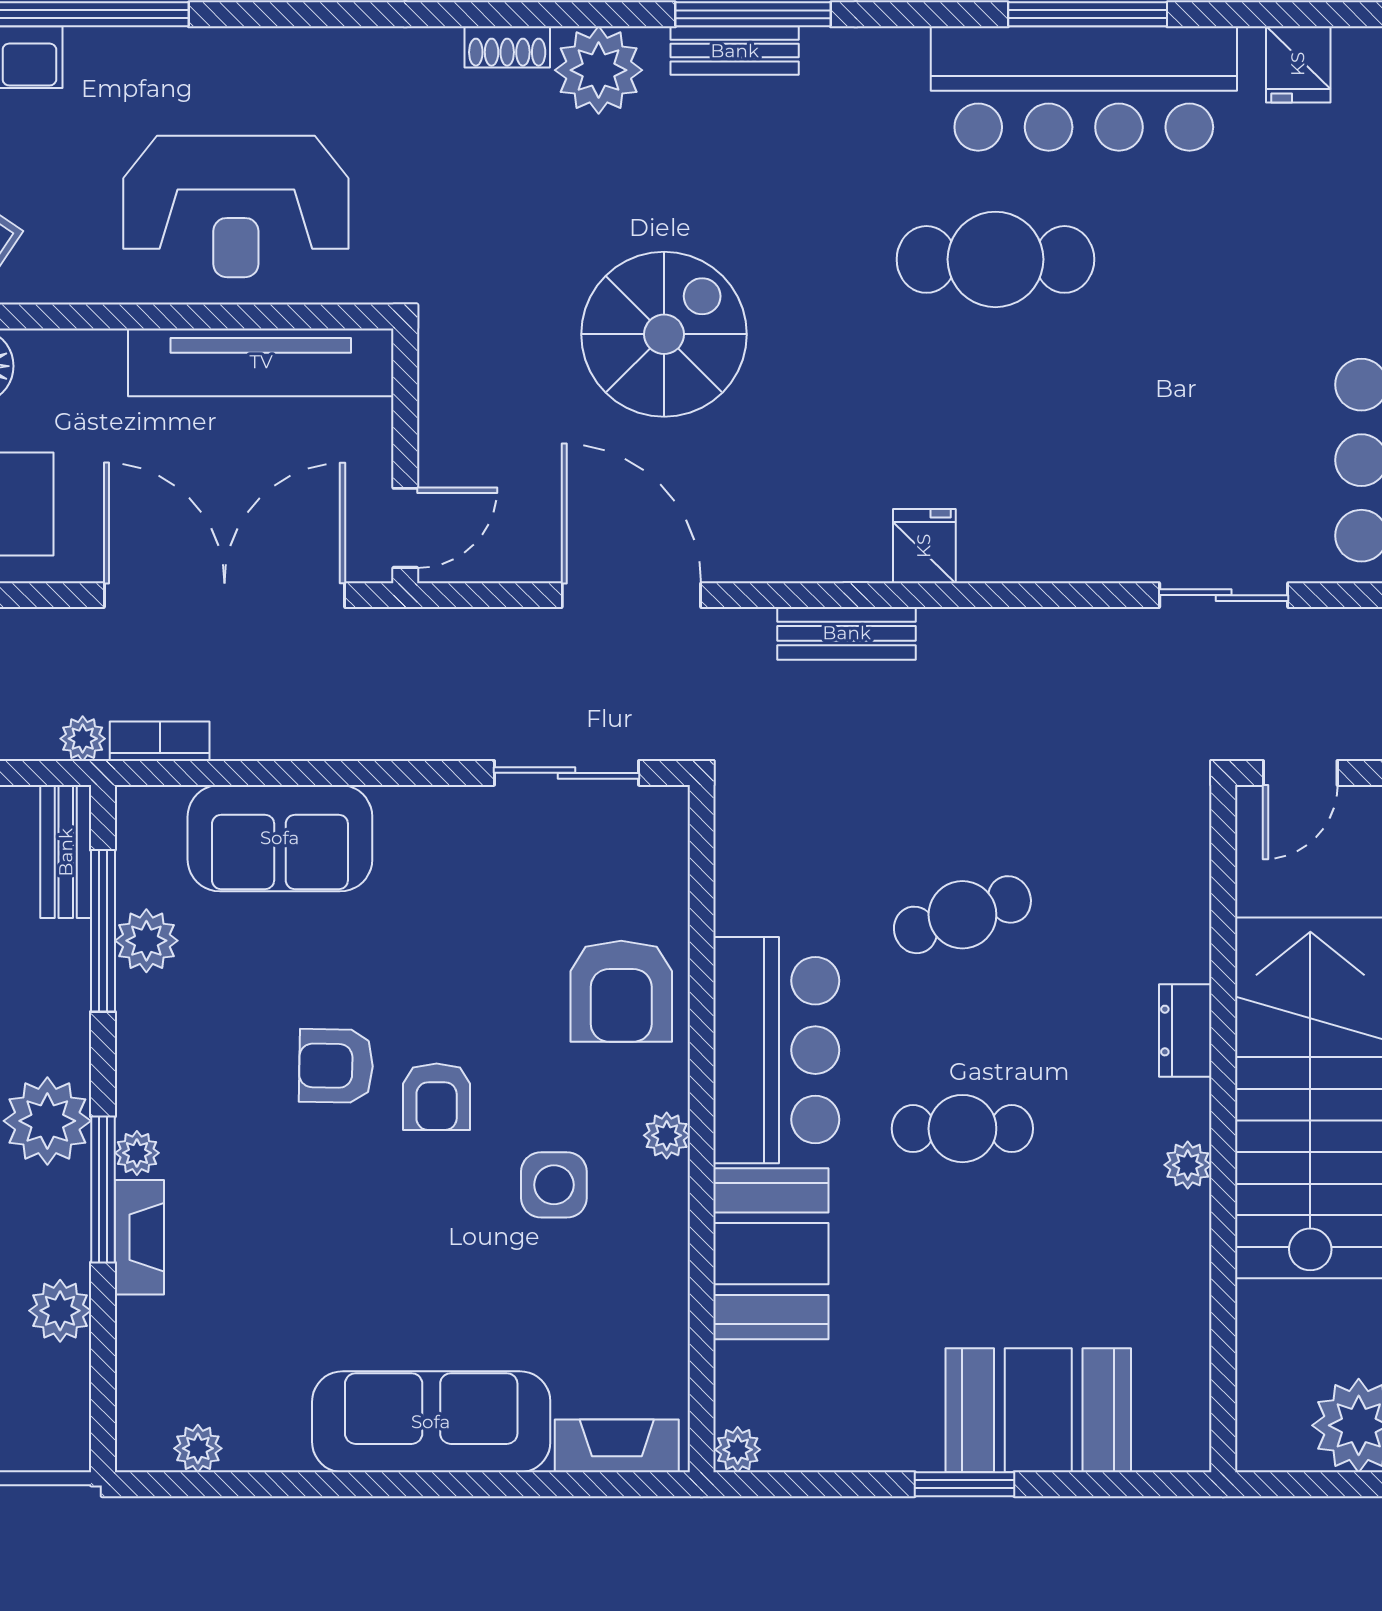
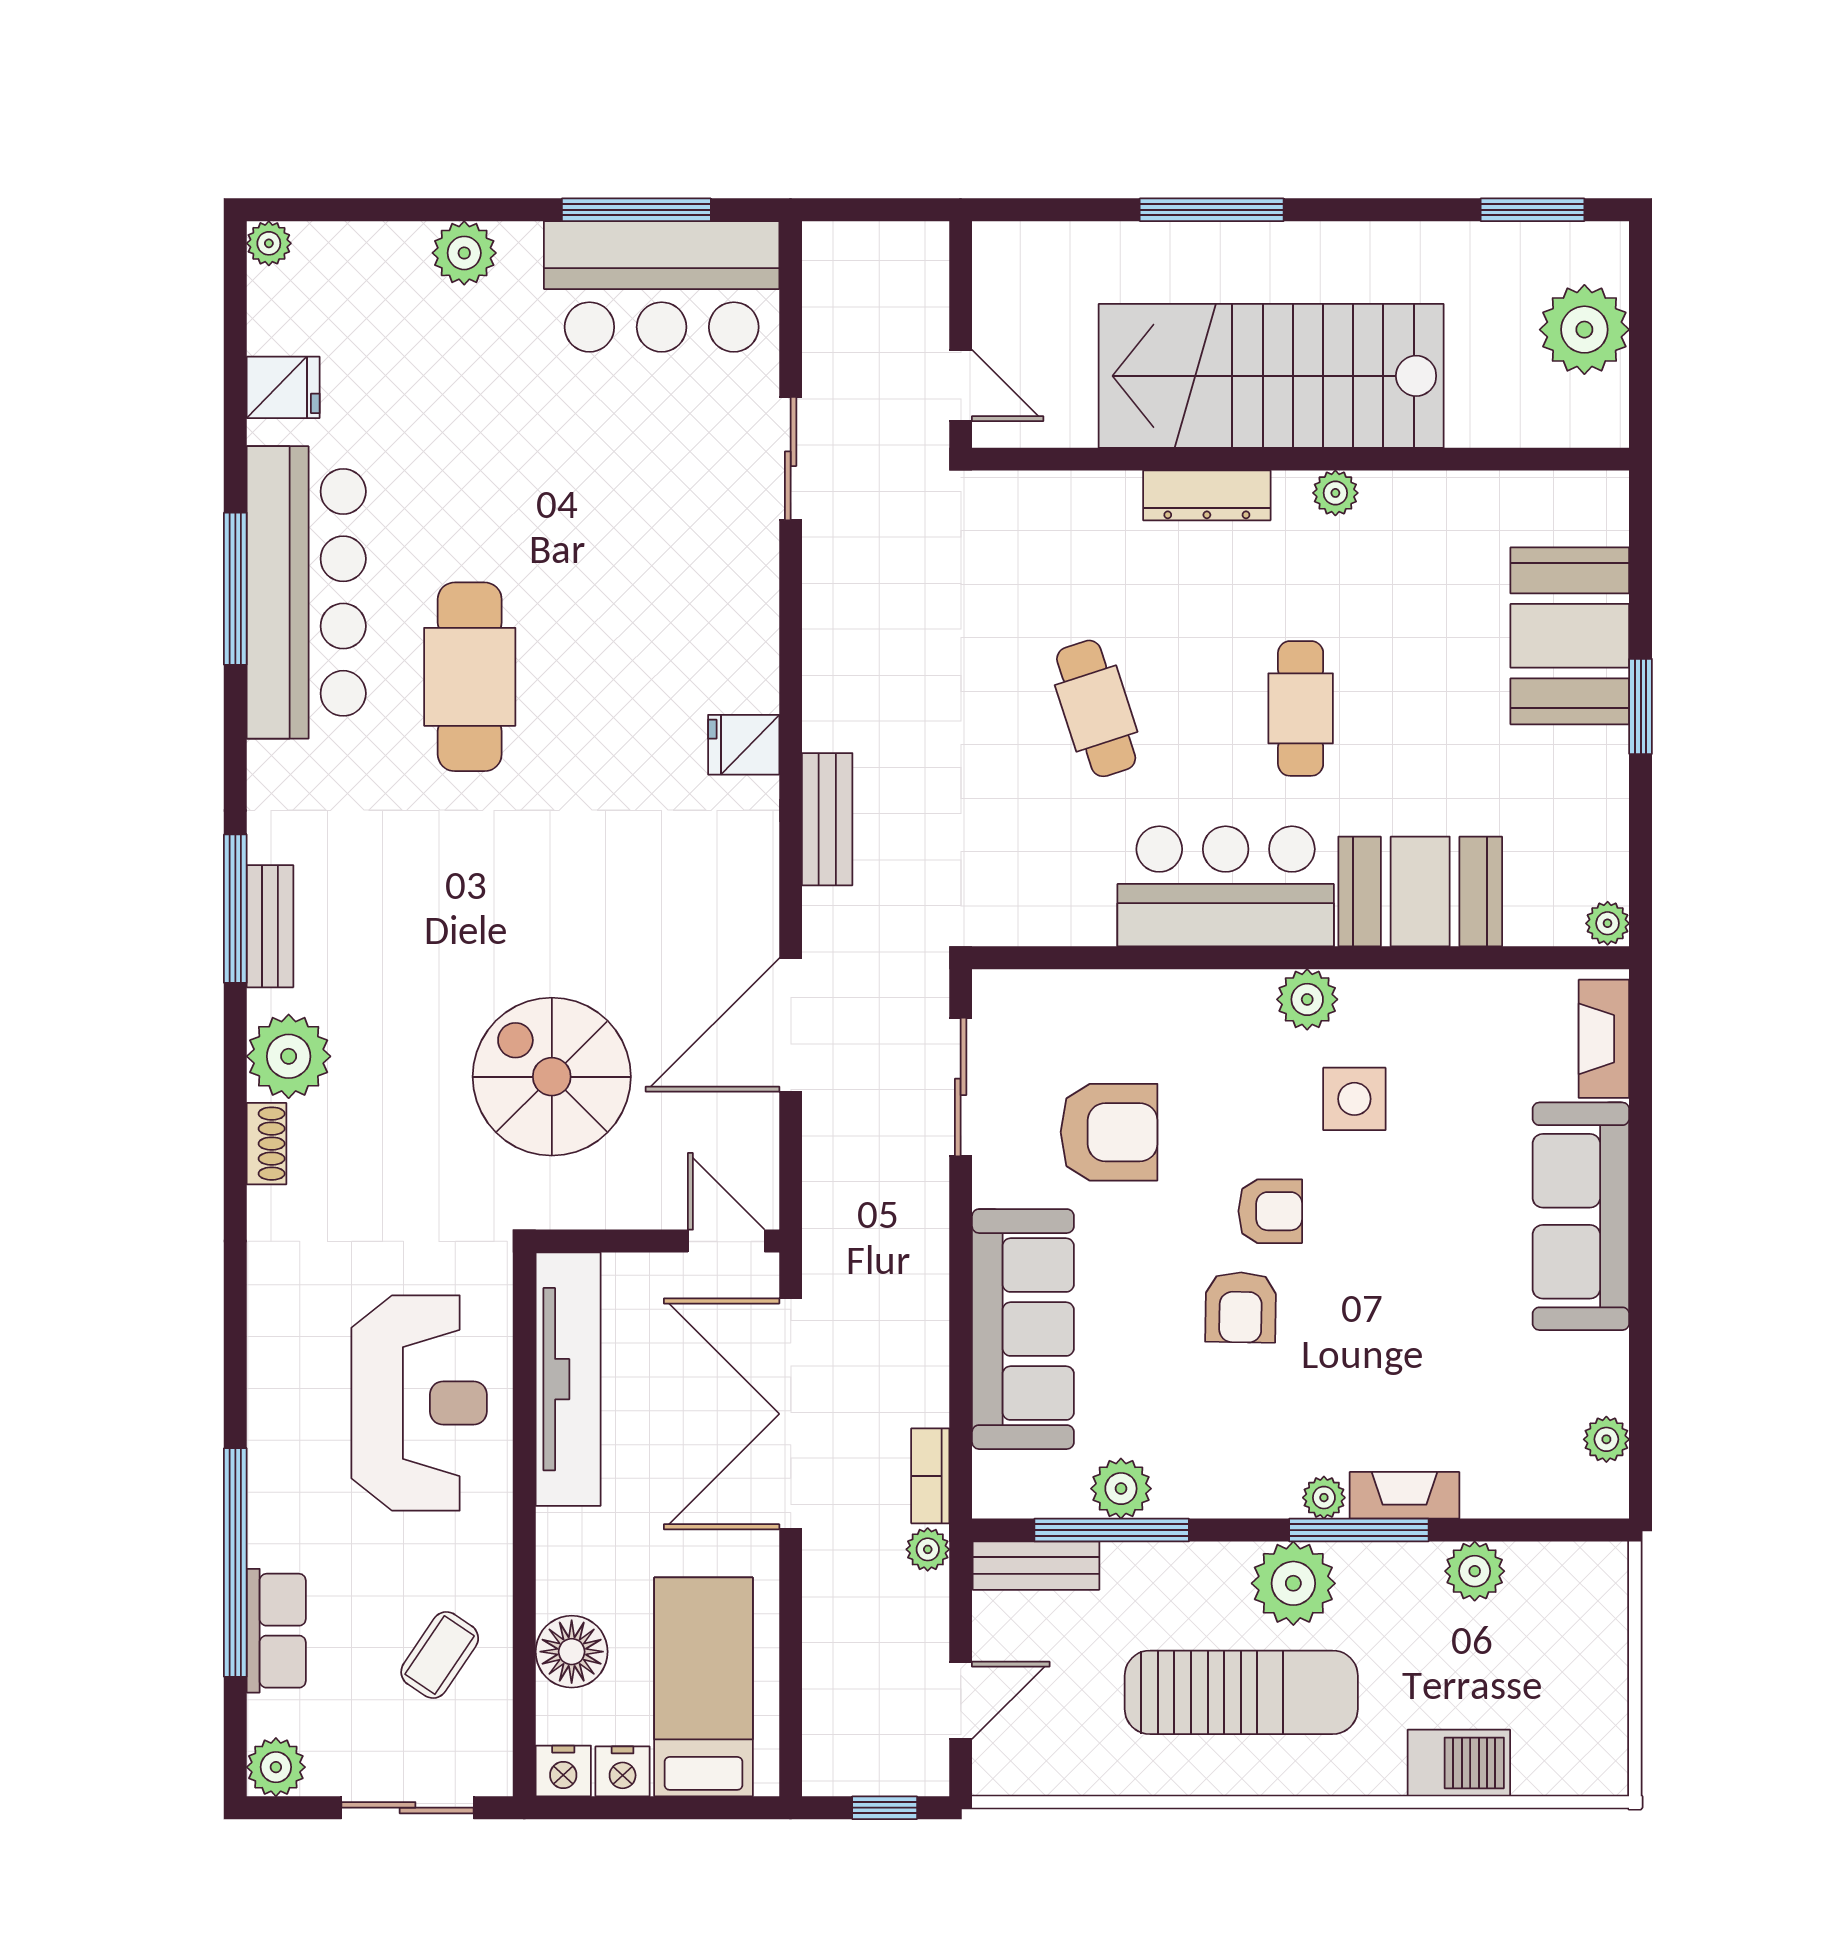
spiral stairs: (664, 334) -> (552, 1077), moved
sofa: (280, 838) -> (1023, 1329), width x1.36
armchair: (621, 991) -> (1109, 1132), moved
dresser: (1185, 1031) -> (1207, 495), width x1.44
plant: (667, 1135) -> (1307, 999), width x1.38, depth x1.38

